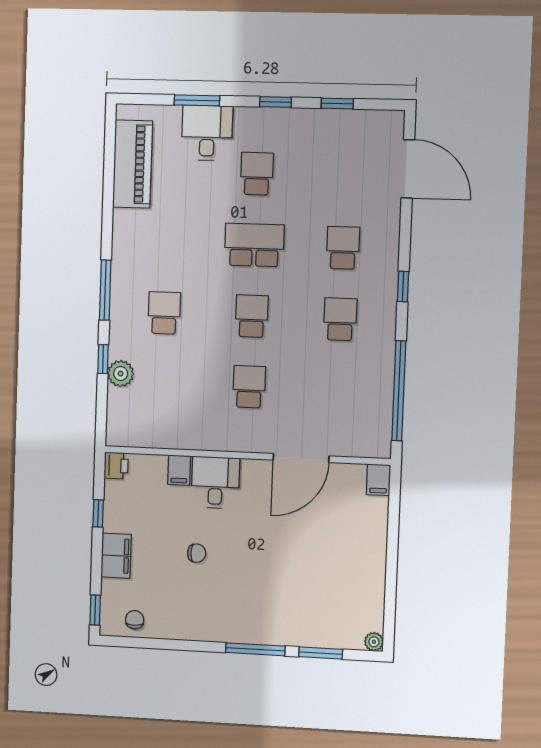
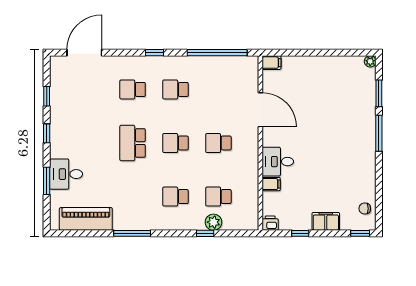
school desk: (257, 174) -> (218, 197), moved
window: (105, 290) -> (132, 233), moved
chair: (197, 553) -> (322, 172), removed

